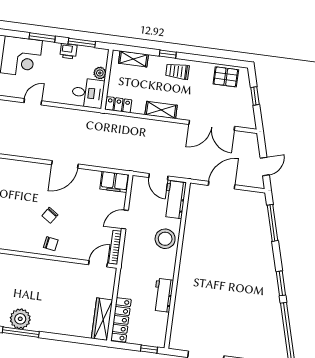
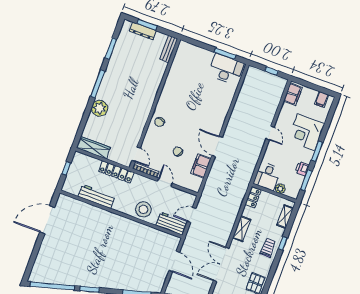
filing cabinet: (114, 182) -> (201, 166), moved
chair: (50, 215) -> (178, 151), moved
workbench: (163, 295) -> (97, 196), width x1.37
plant: (20, 319) -> (100, 108), moved
locker: (121, 320) -> (116, 172), moved
window: (149, 349) -> (66, 168), moved

